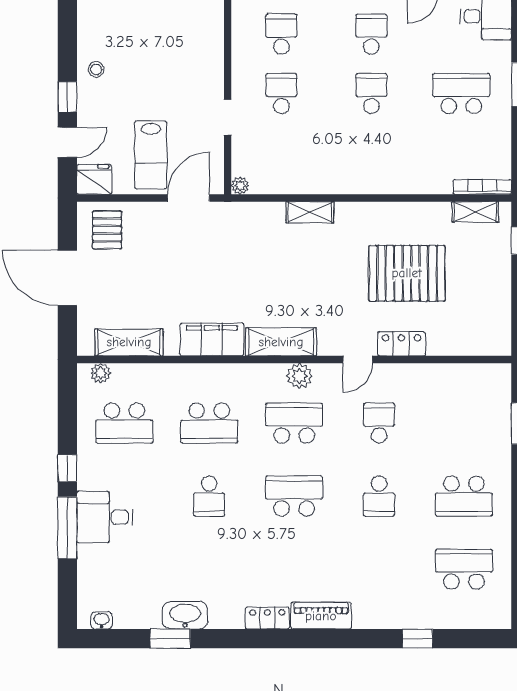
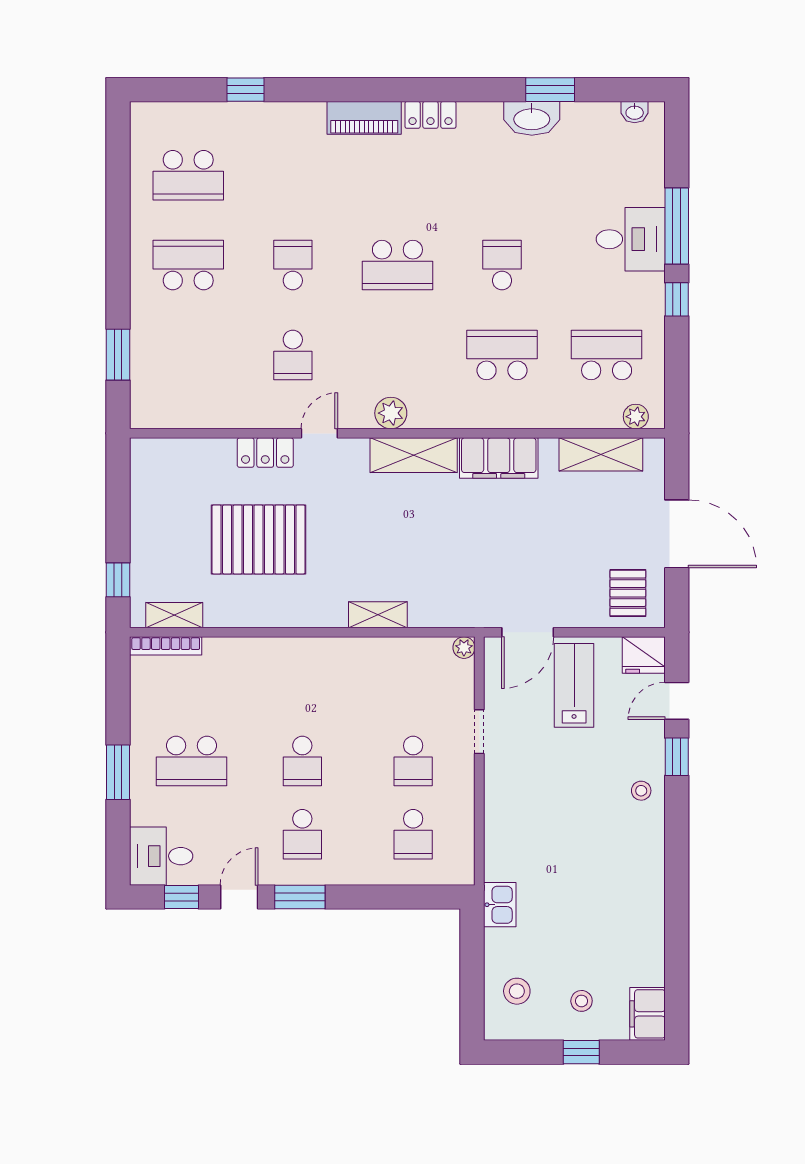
school desk: (294, 423) -> (397, 355), removed

